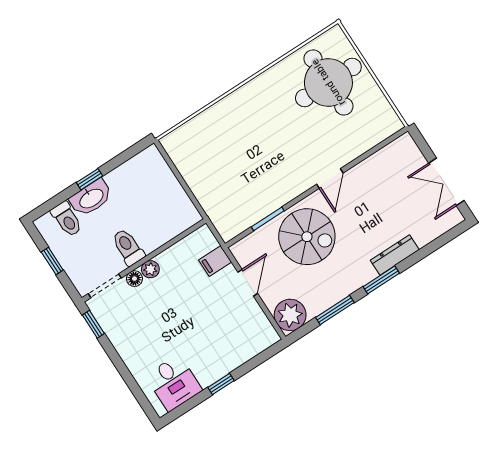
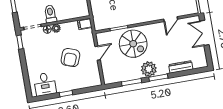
door: (330, 179) -> (171, 19), moved
double door: (446, 182) -> (204, 33), moved
dresser: (395, 255) -> (181, 67), moved
filing cabinet: (215, 261) -> (85, 24), moved
armchair: (200, 313) -> (70, 58), added
plant: (290, 315) -> (149, 69), moved

